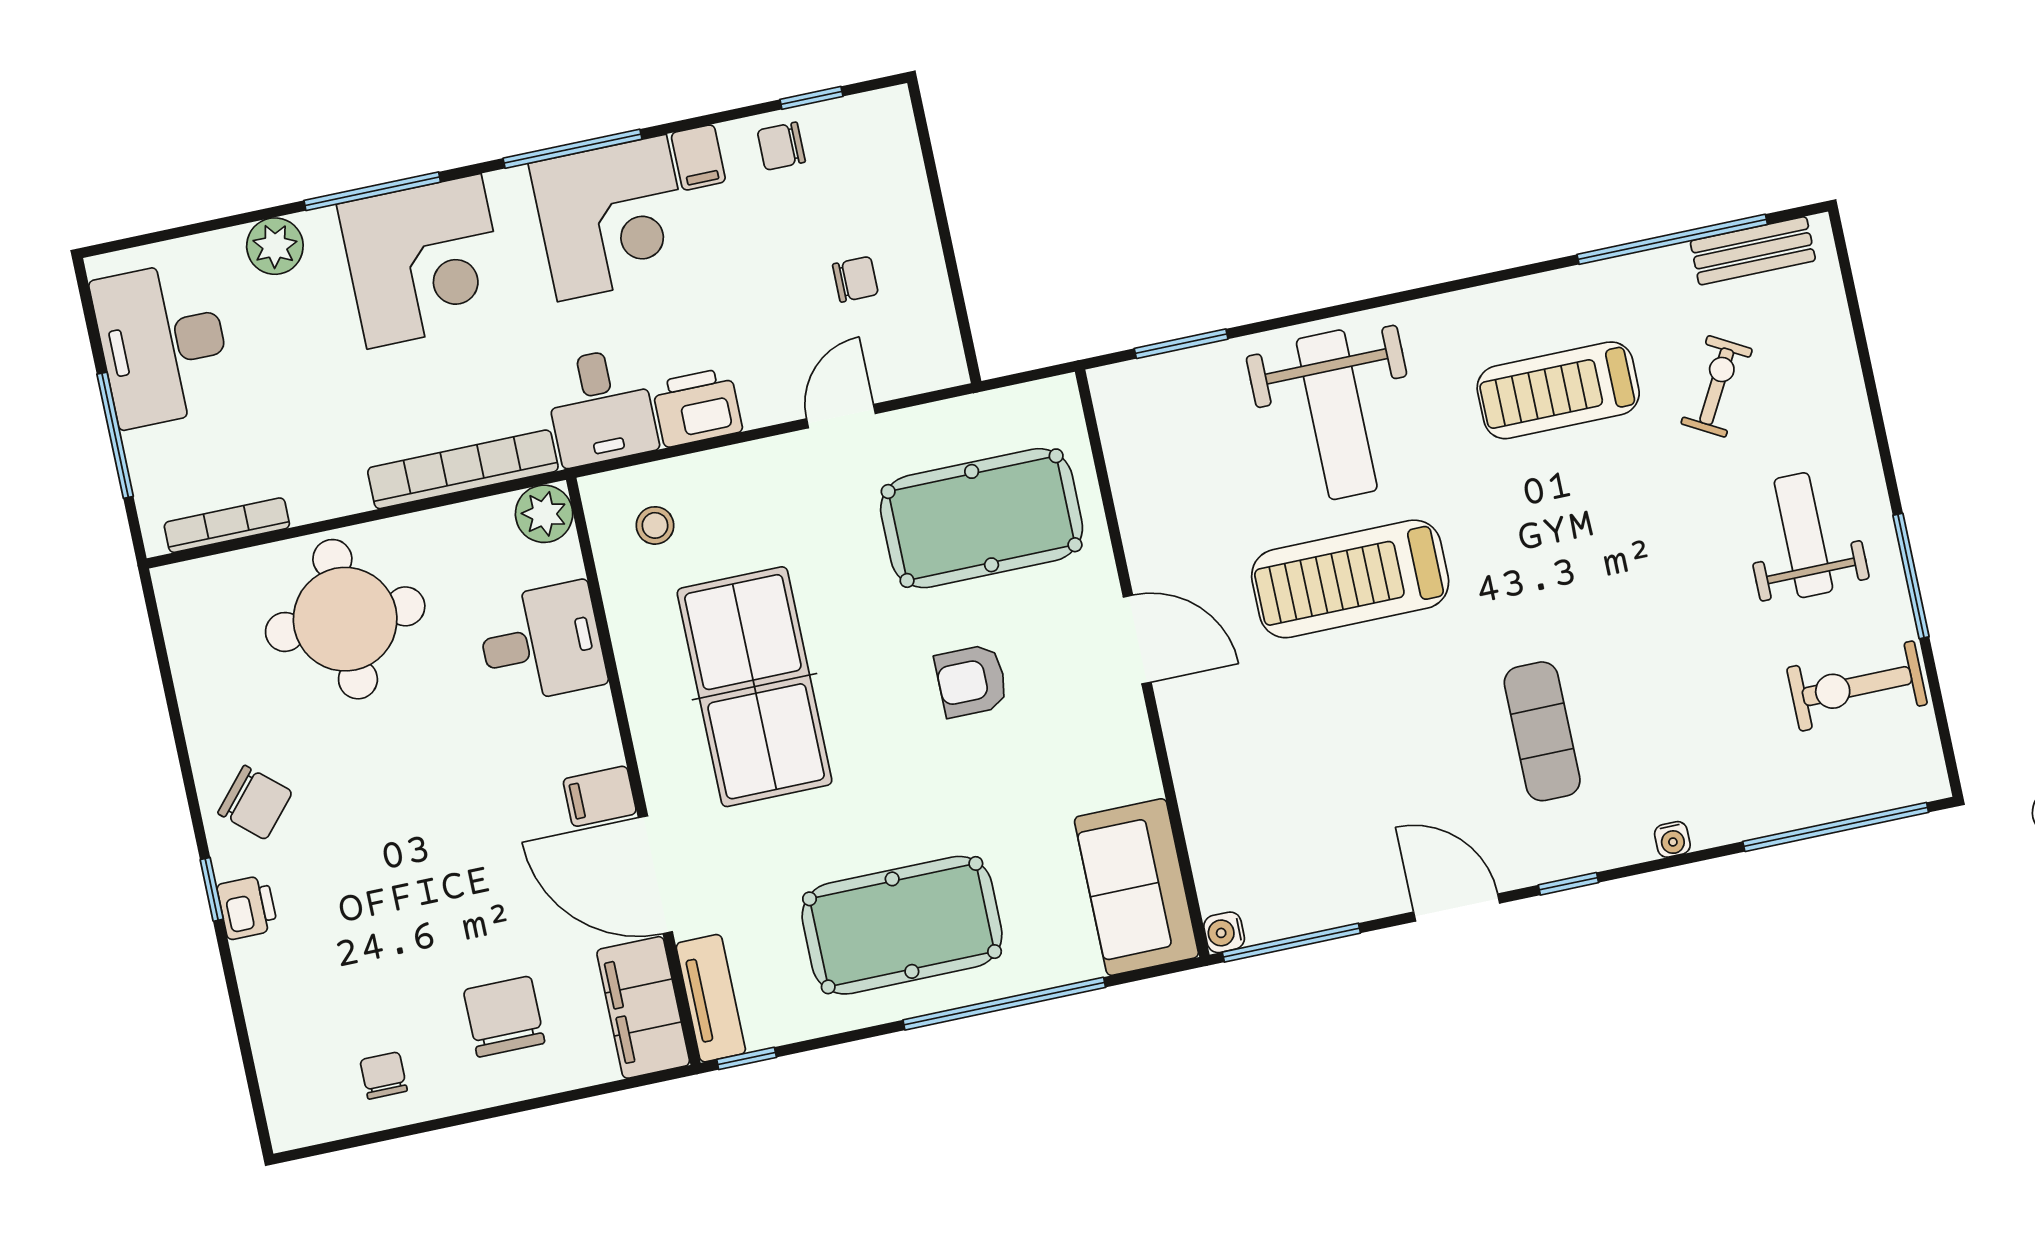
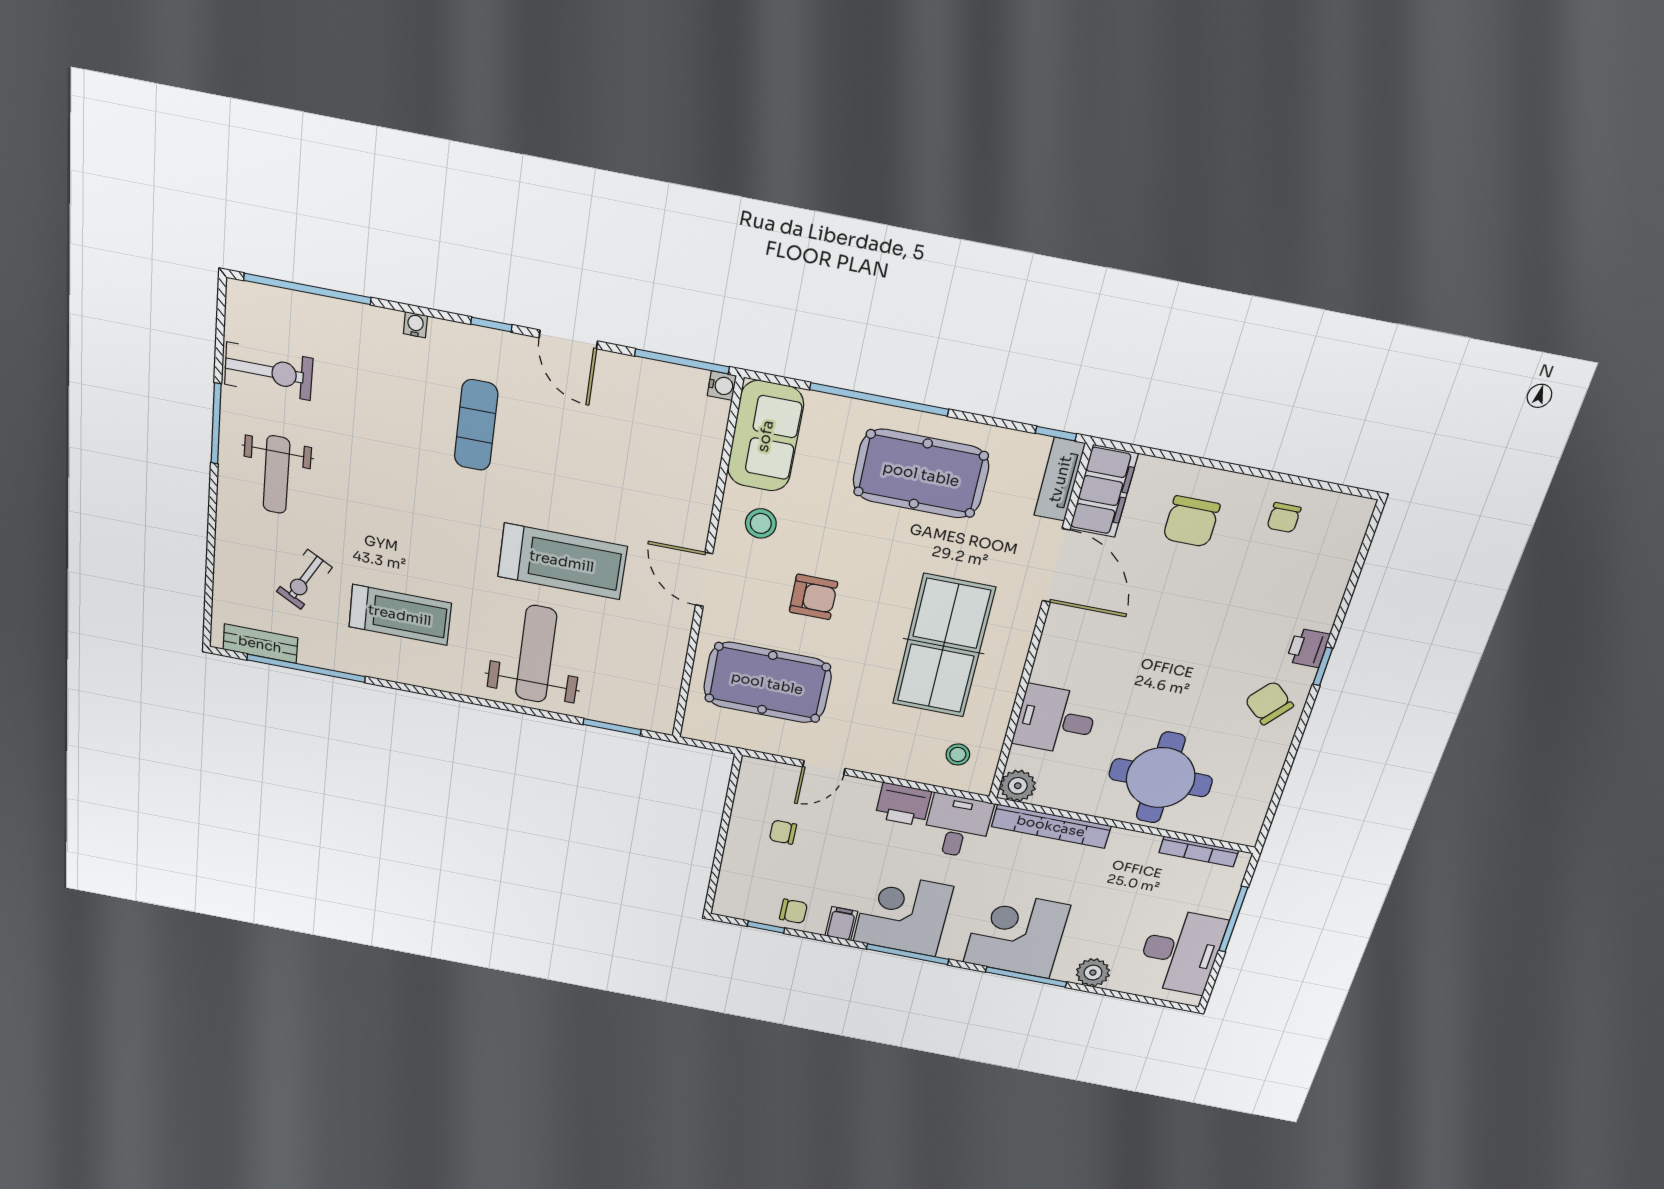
stool: (1091, 759) -> (761, 523), added
filing cabinet: (600, 796) -> (1066, 623), removed

